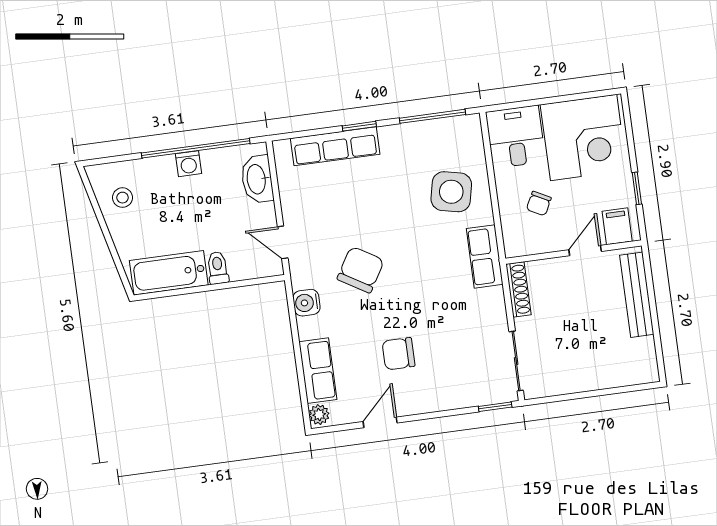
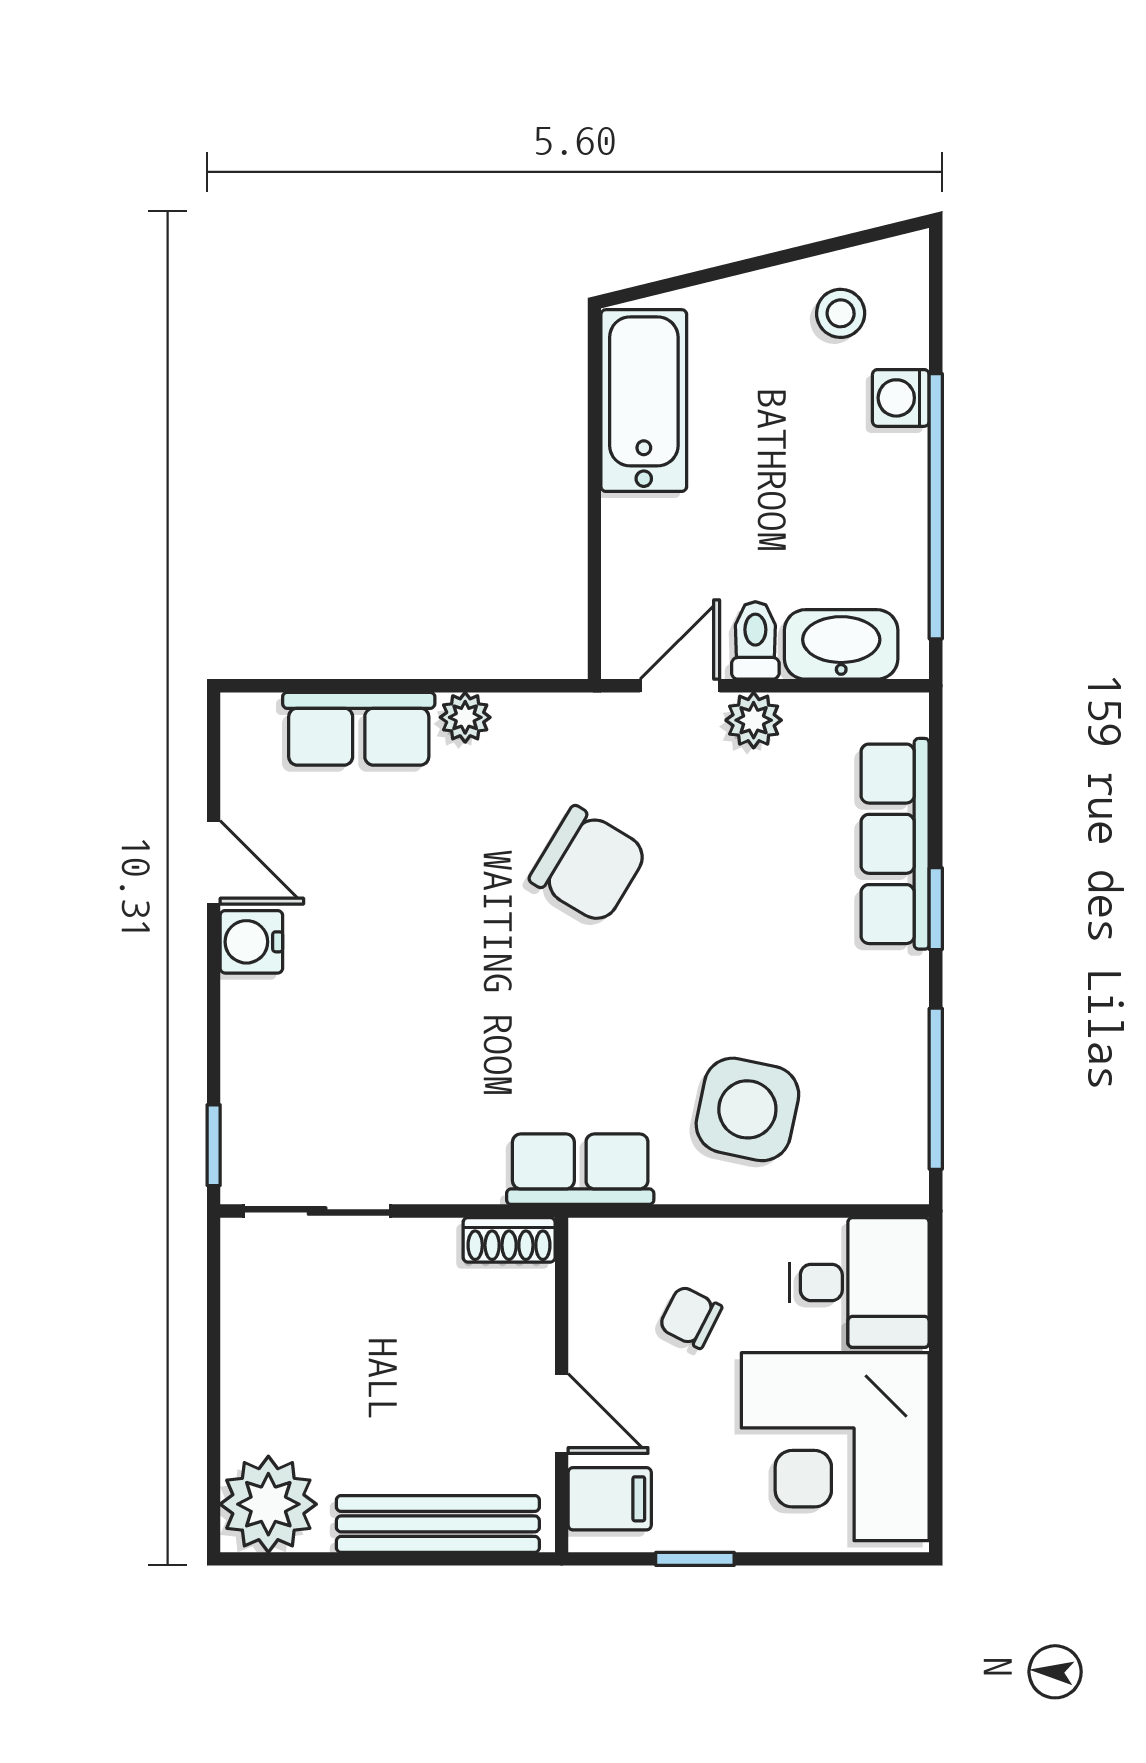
washing machine: (189, 164) -> (901, 398), moved
plant: (293, 211) -> (754, 720), added
toilet: (218, 268) -> (755, 640), moved, turned -90
shoe rack: (518, 289) -> (509, 1240), width x0.70
water cooler: (307, 303) -> (251, 942), moved, turned -90
chair: (399, 354) -> (373, 929), removed
plant: (638, 365) -> (268, 1504), added
plant: (319, 415) -> (465, 717), moved

